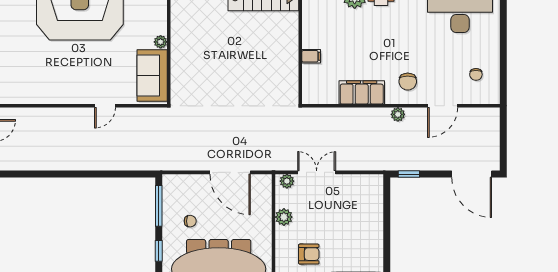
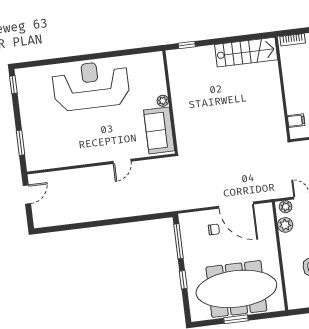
filing cabinet: (311, 56) -> (296, 121), moved
plant: (284, 217) -> (285, 225), moved
chair: (190, 221) -> (214, 229), moved

